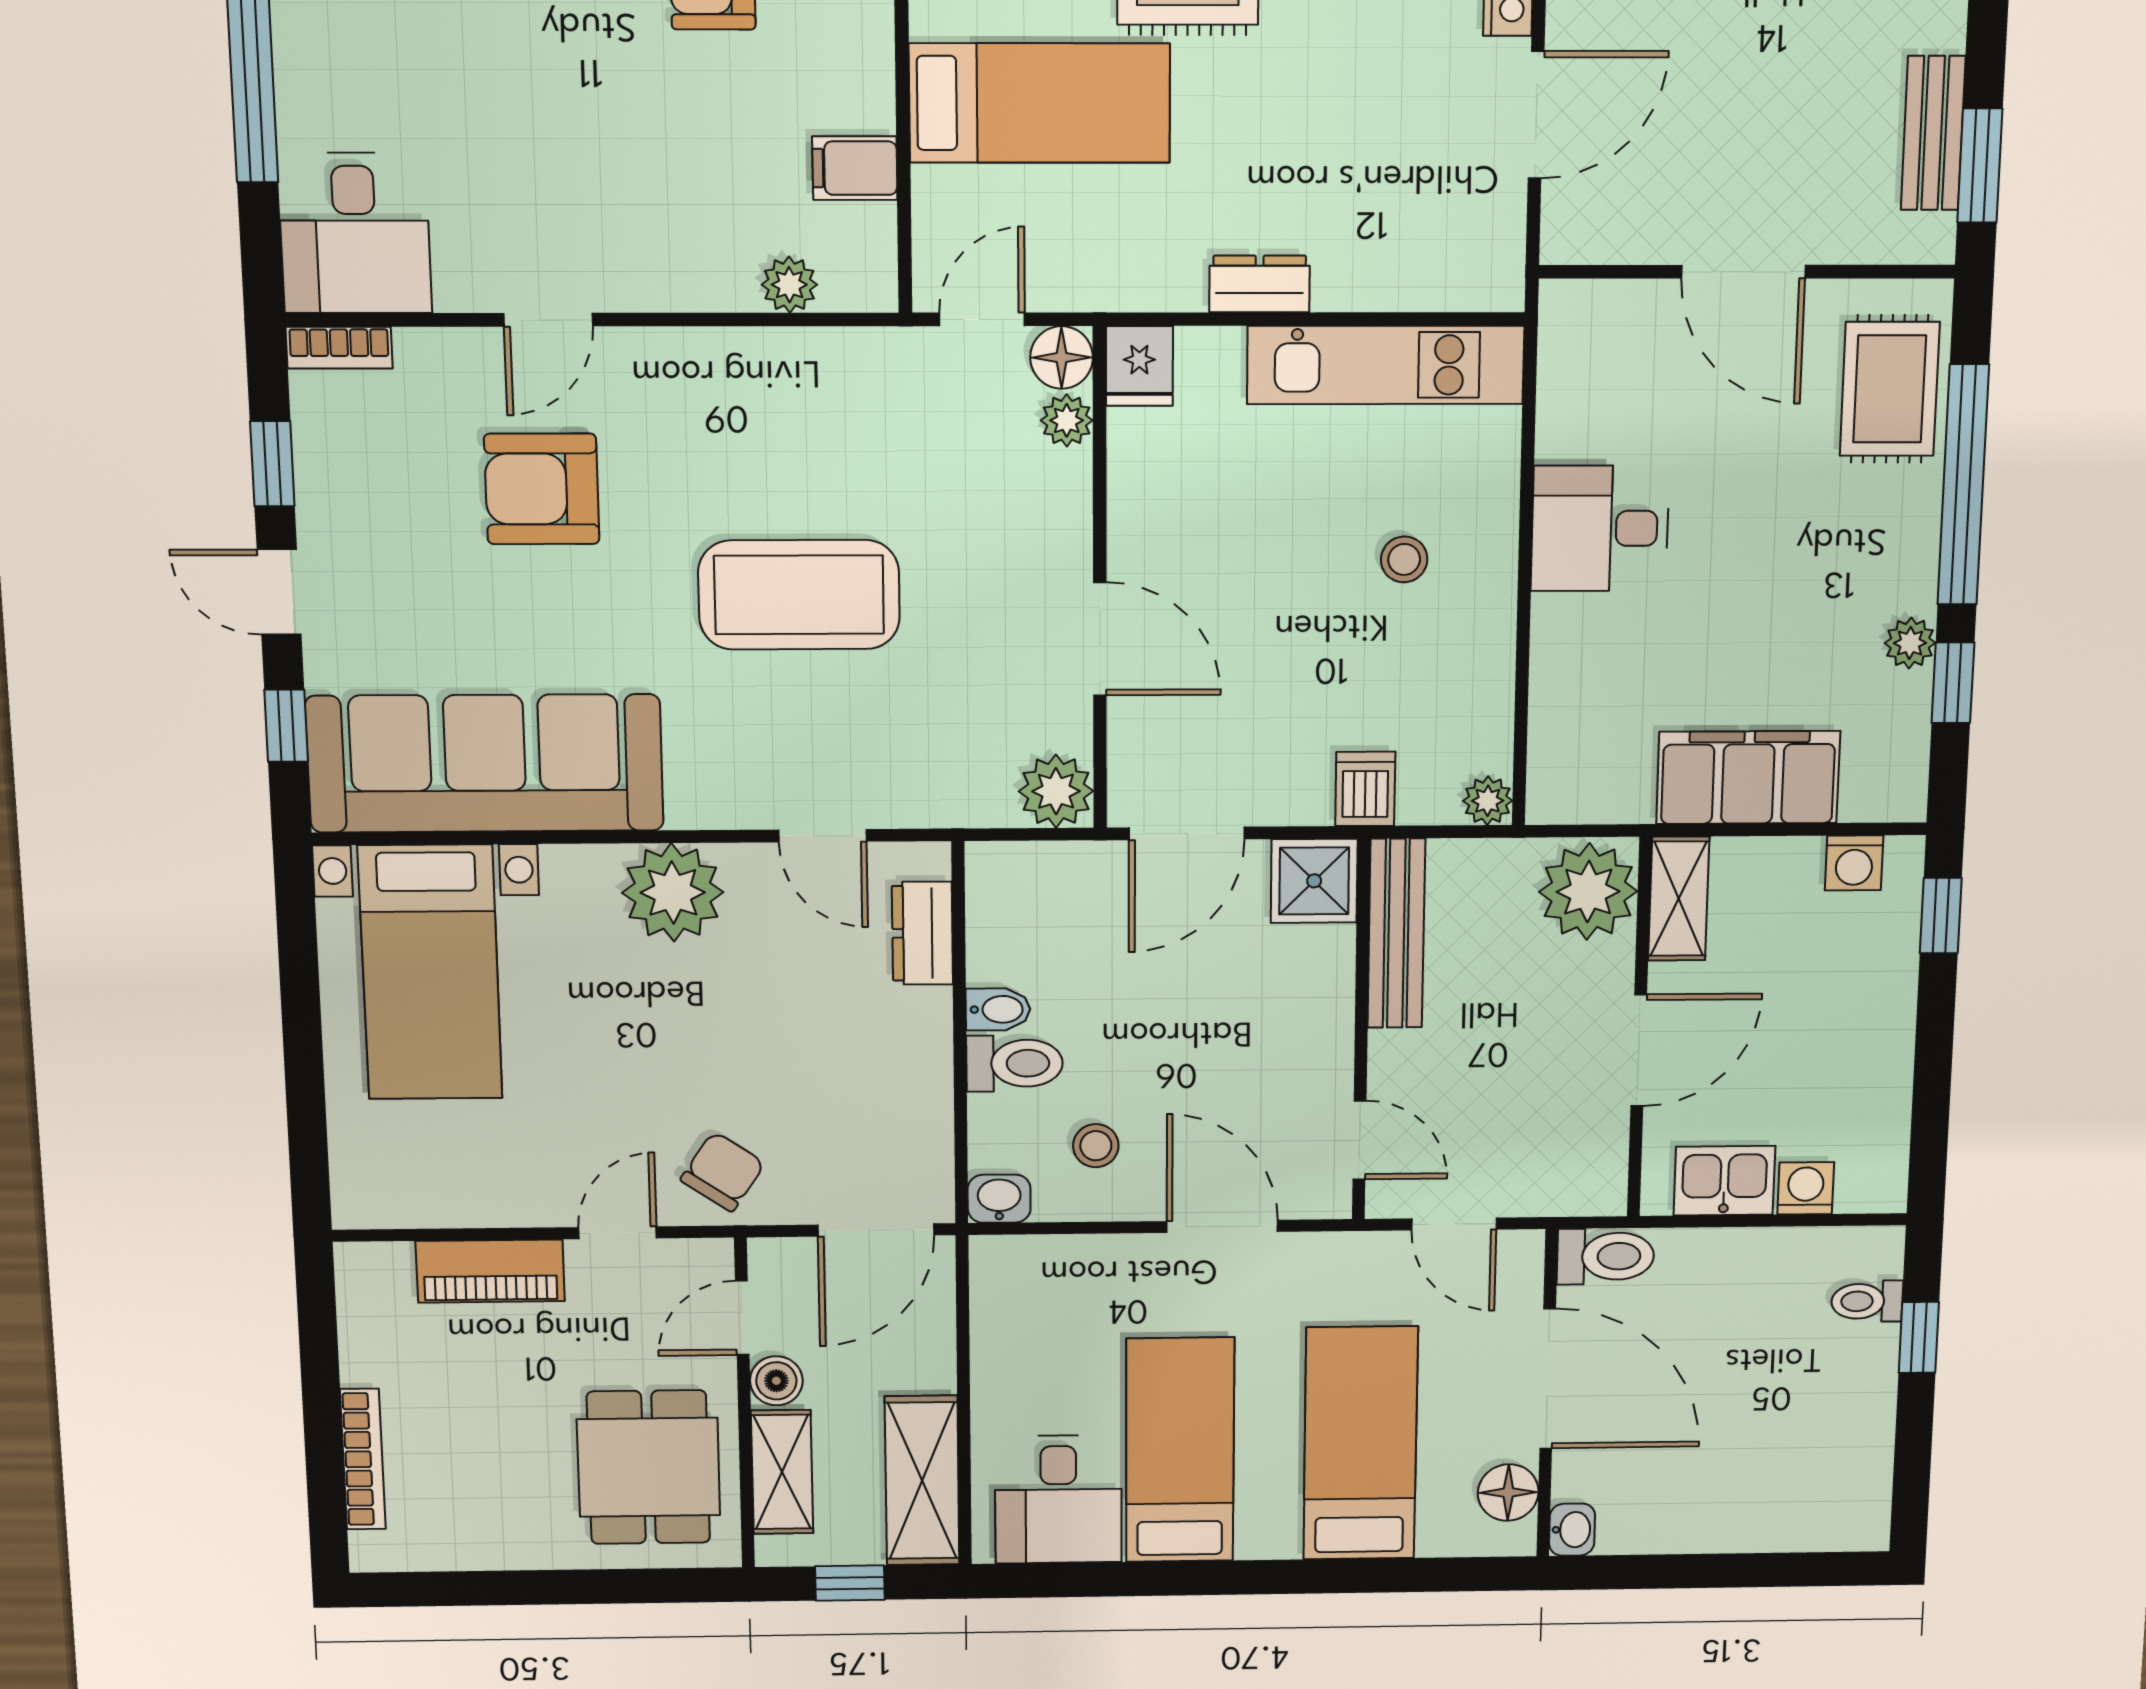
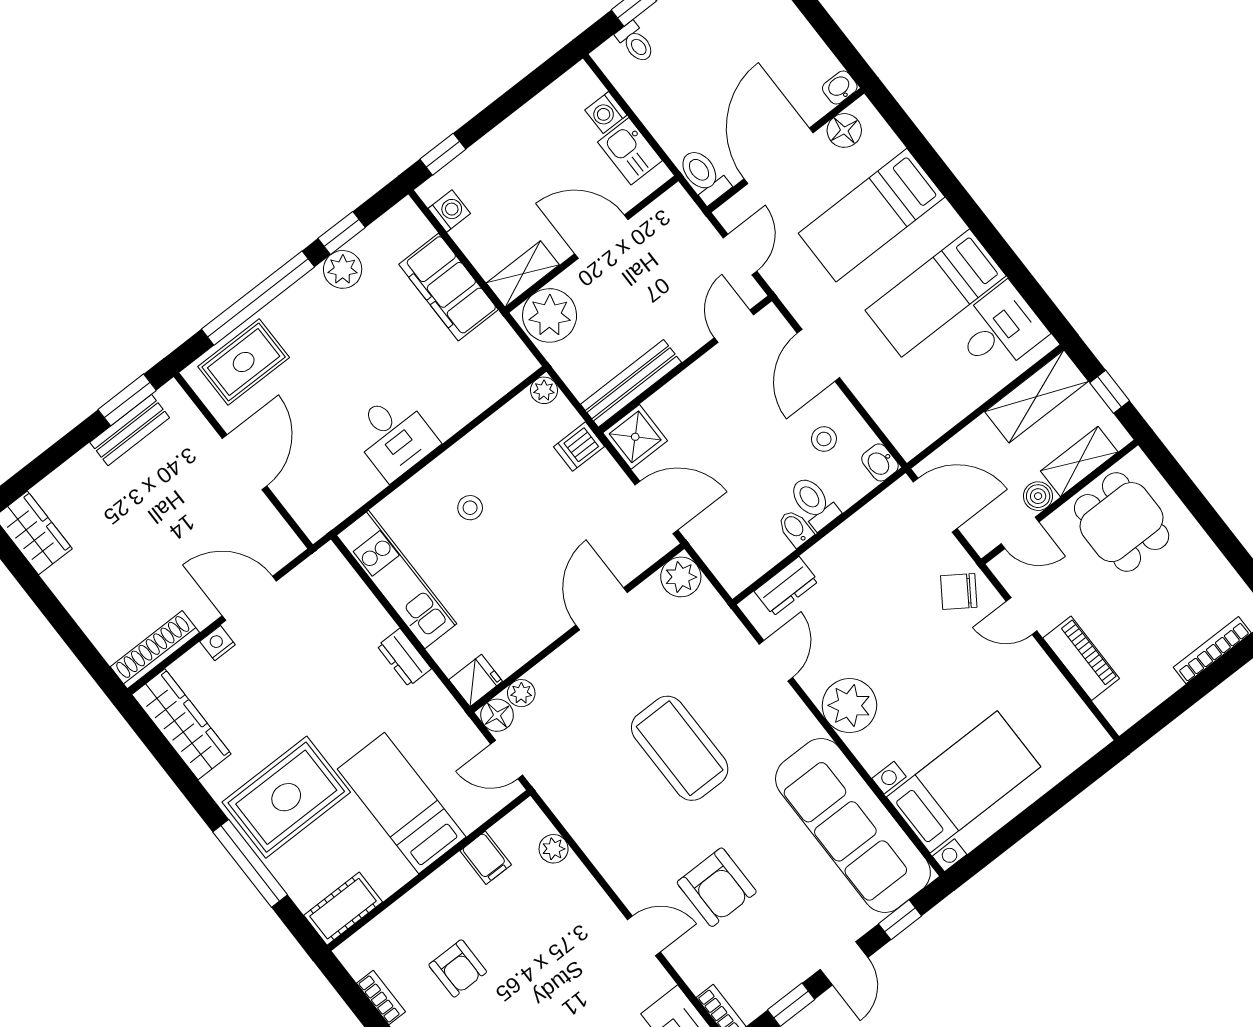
plant: (1910, 643) -> (343, 269), width x1.38, depth x1.38
dining table: (648, 1467) -> (1122, 522), turned 90

